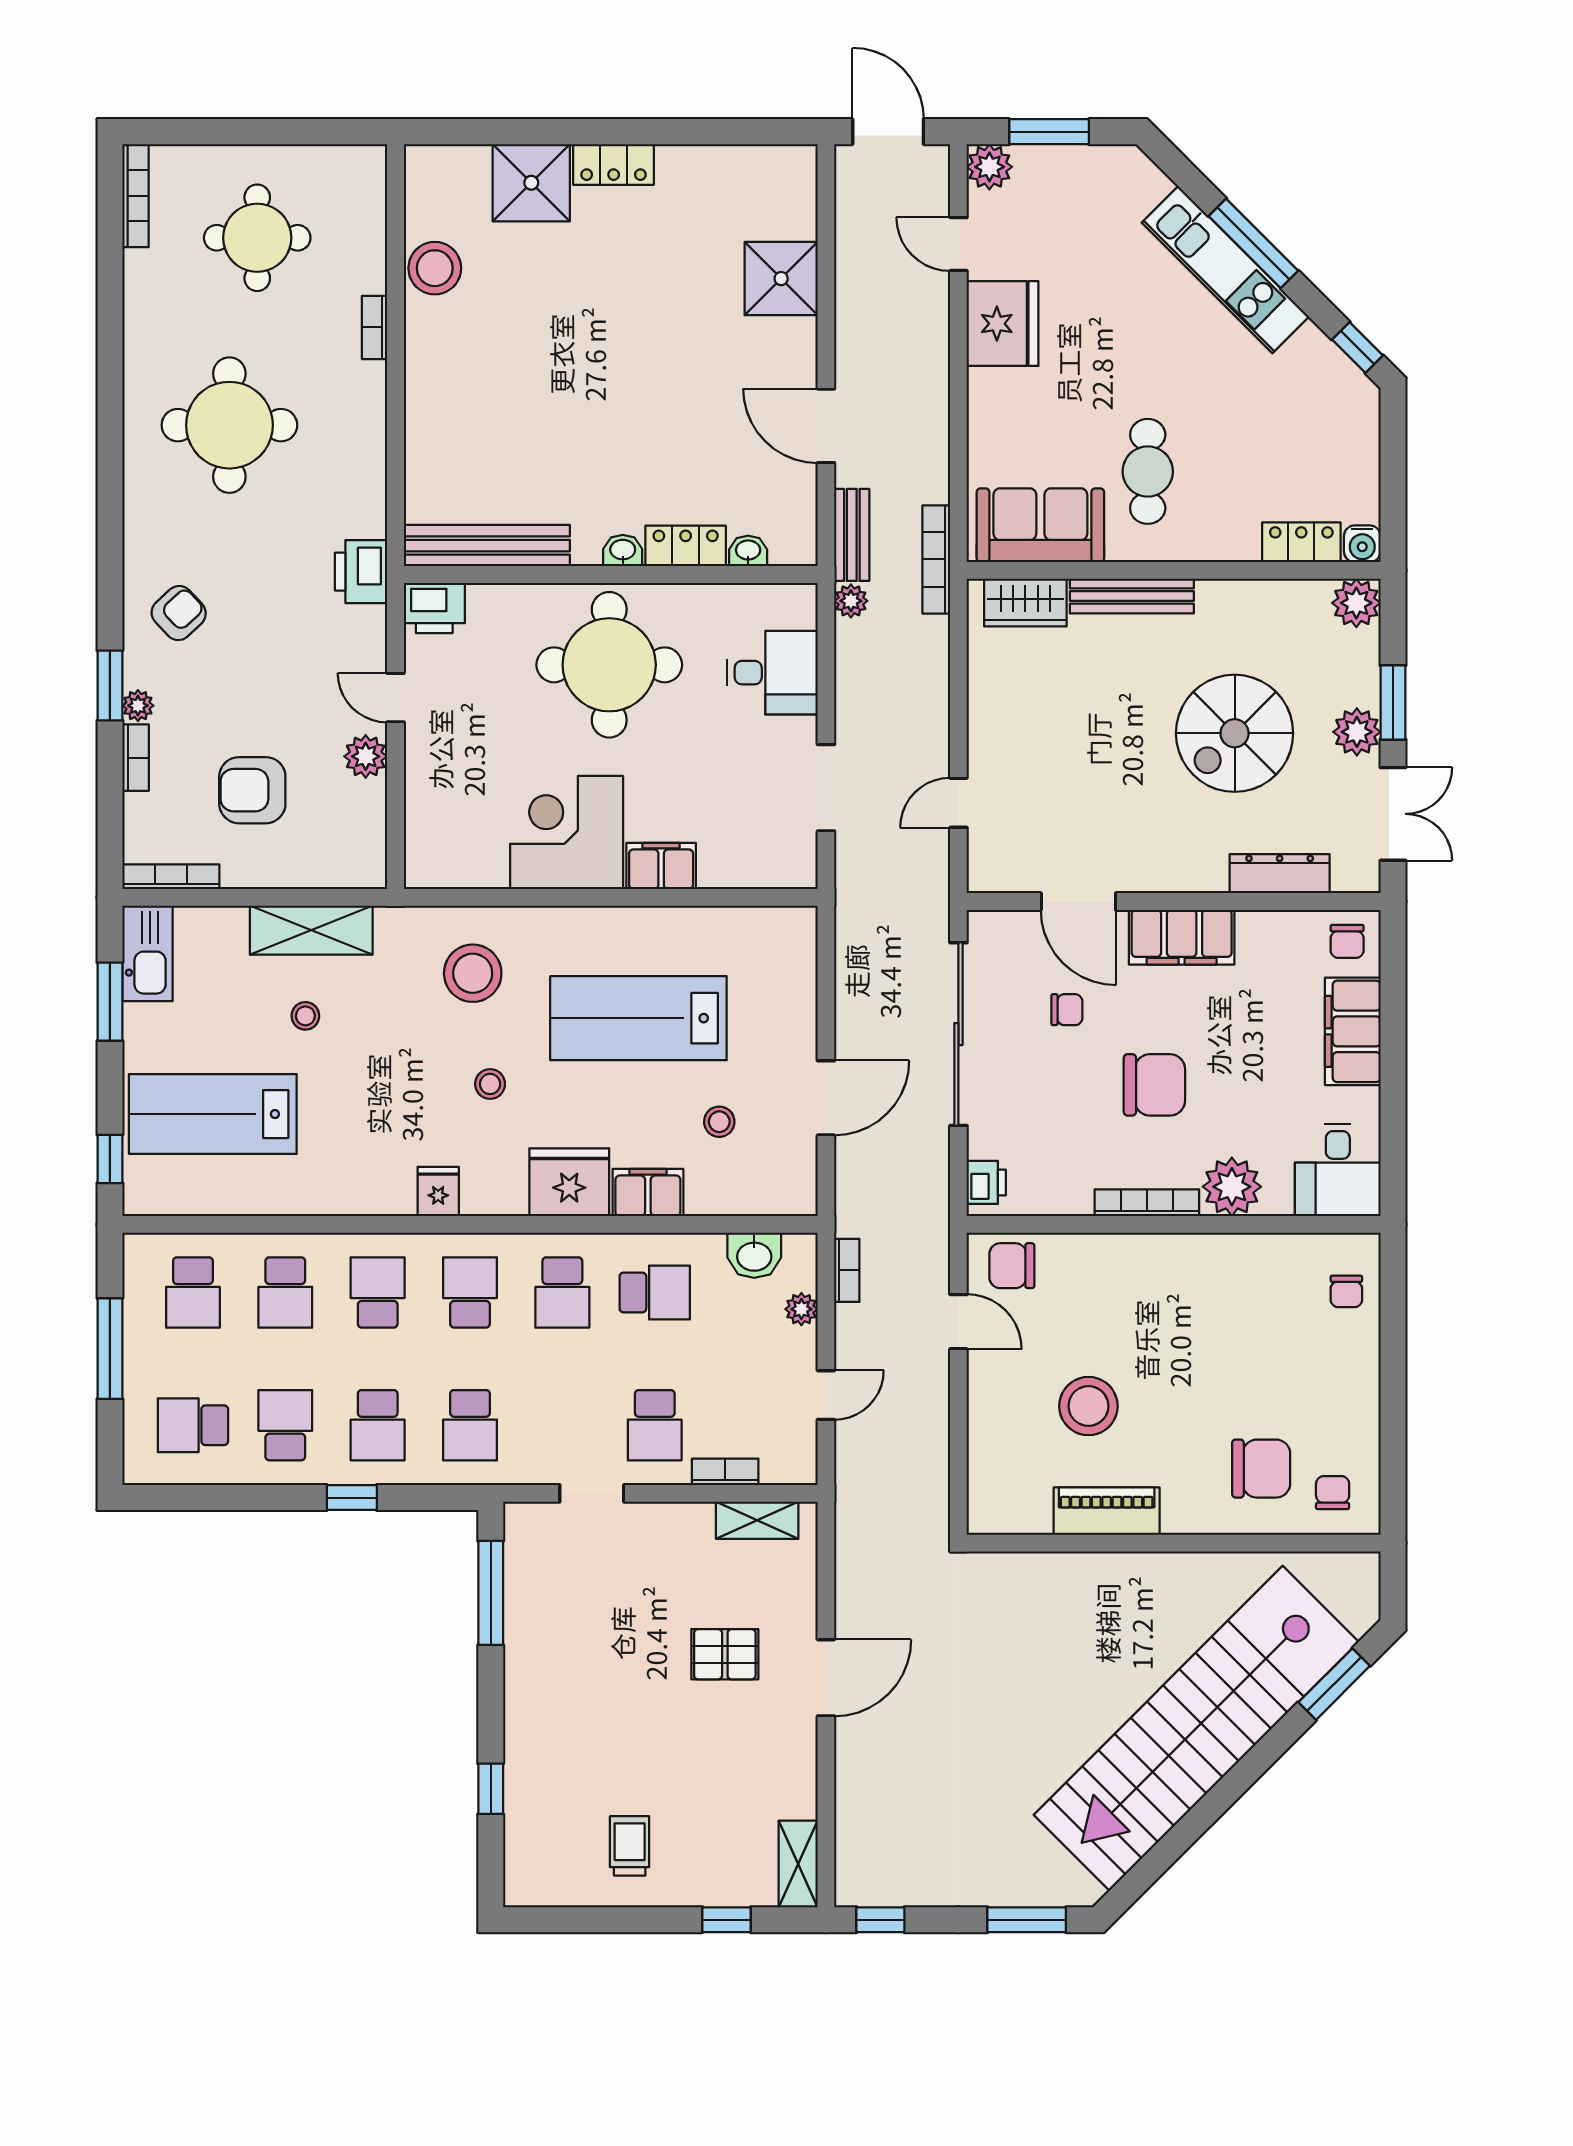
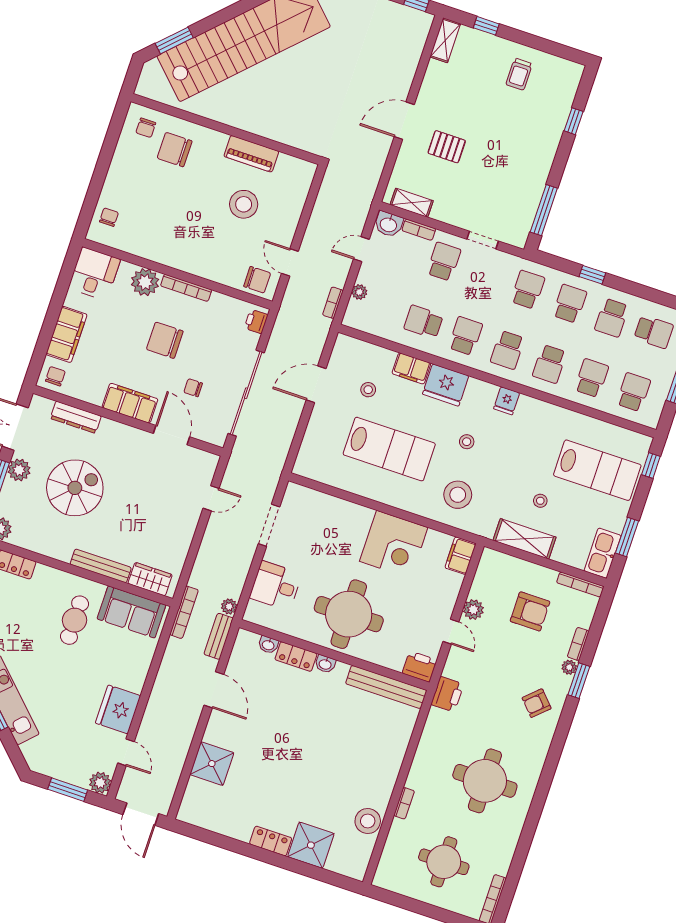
filing cabinet: (661, 866) -> (460, 556), moved, turned 90
washbasin: (754, 1255) -> (389, 224), moved, turned 180

